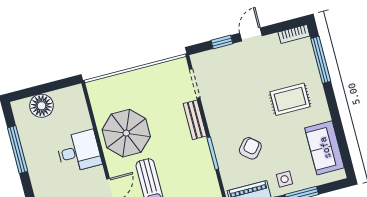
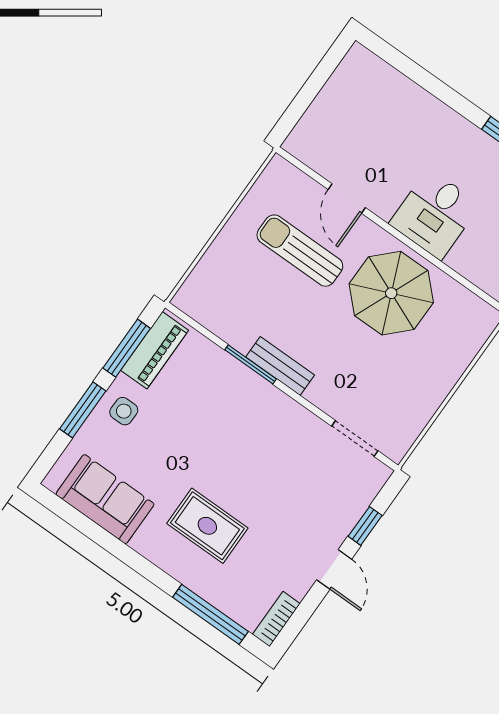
rug: (290, 99) -> (207, 526), turned 90
bench: (195, 120) -> (280, 366), moved
armchair: (250, 148) -> (205, 414), removed

